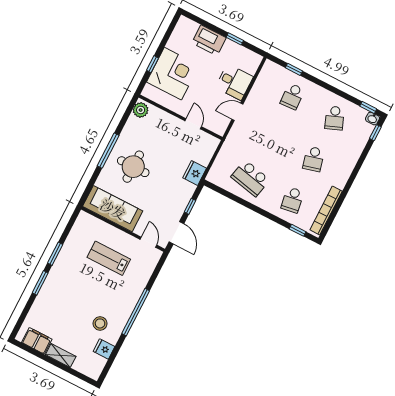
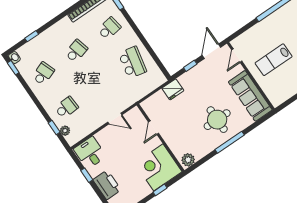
plant: (281, 72) -> (65, 131), added
corner desk: (173, 74) -> (158, 167), moved
desk: (234, 82) -> (90, 153), moved
window: (375, 133) -> (32, 36), moved
lab bench: (109, 258) -> (274, 60), turned 90

